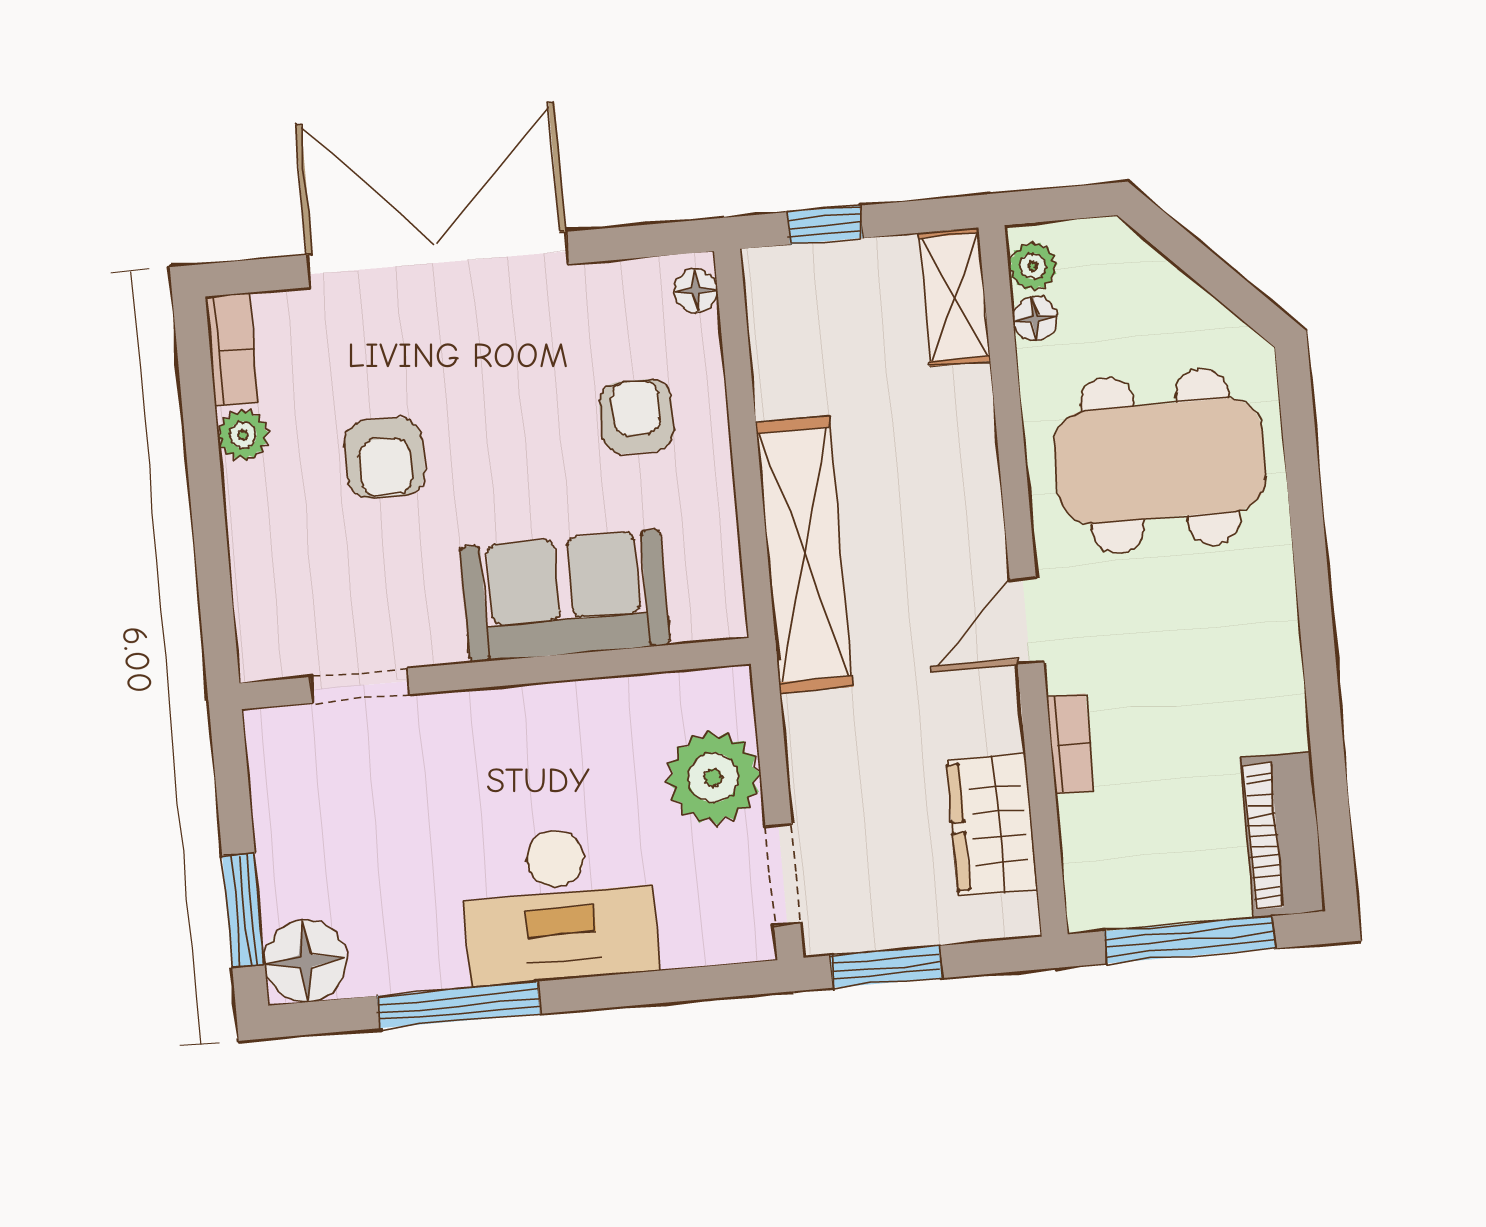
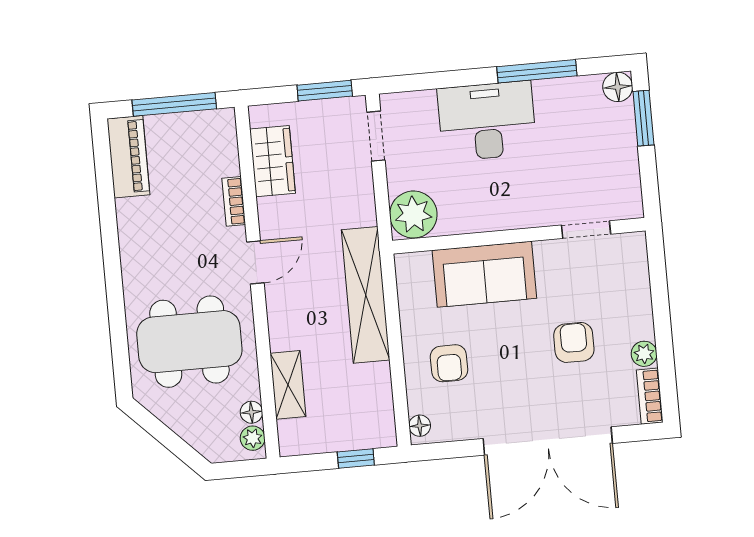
shelving: (954, 297) -> (288, 385), moved
plant: (713, 778) -> (413, 215), moved
floor lamp: (306, 961) -> (618, 87), width x0.73, depth x0.73

